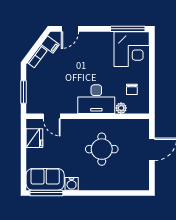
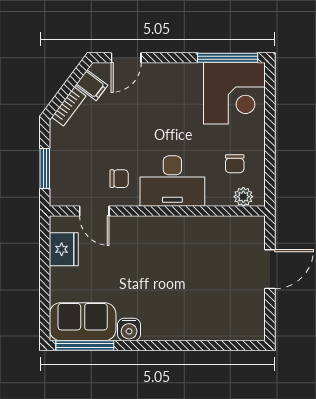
chair: (66, 98) -> (119, 179), added
plant: (121, 108) -> (243, 197), moved
round table: (102, 149) -> (182, 269), removed

